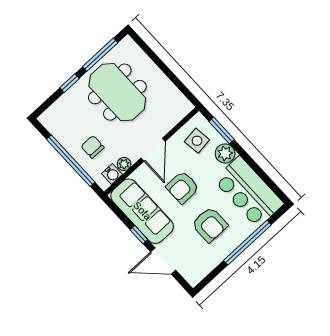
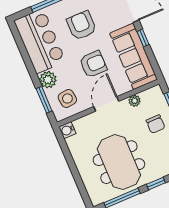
water cooler: (112, 174) -> (67, 130), moved, turned -90

